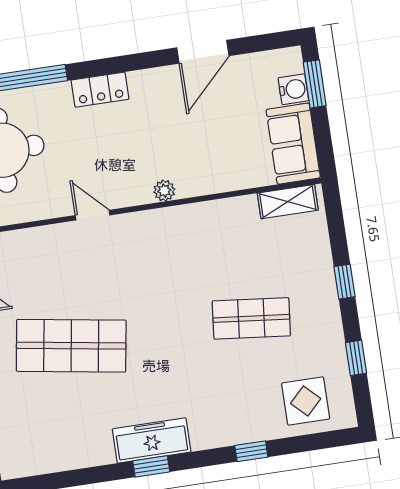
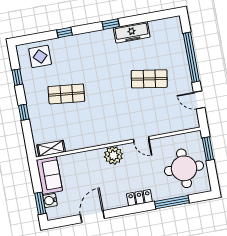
plant: (164, 191) -> (113, 155), width x1.87, depth x1.87
shop shelf: (71, 346) -> (149, 79), width x0.70, depth x0.74
freezer: (152, 440) -> (132, 32), moved

